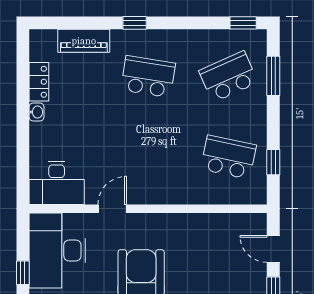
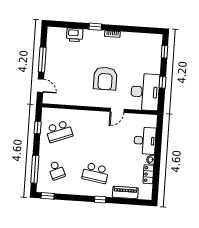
window: (273, 76) -> (35, 169), width x1.44
school desk: (228, 77) -> (56, 170), width x0.54
school desk: (228, 157) -> (59, 131), turned -33
desk: (57, 183) -> (145, 141), moved, turned 90

